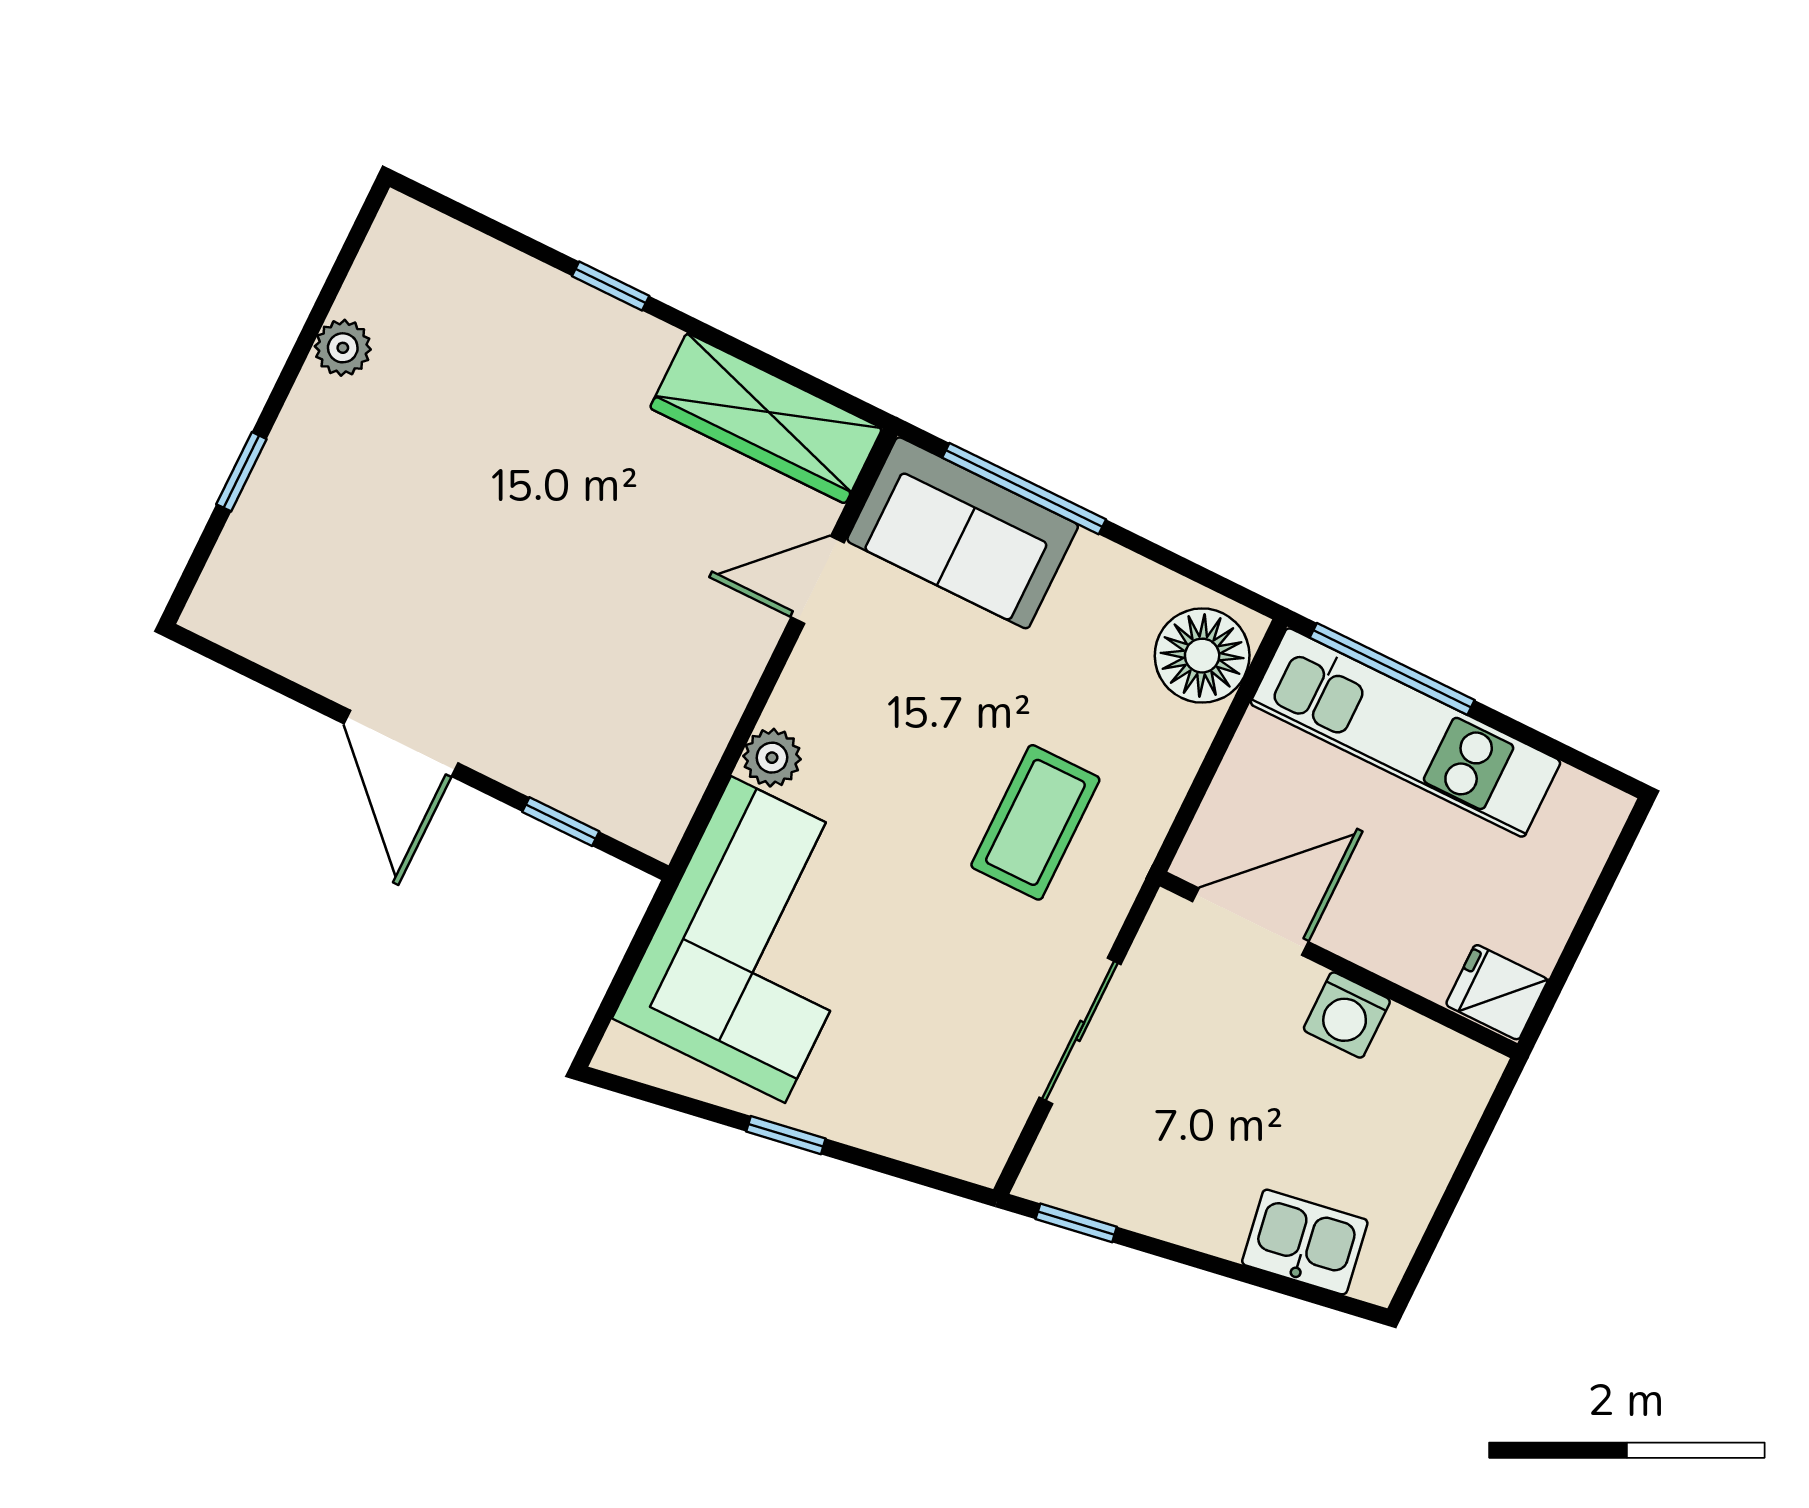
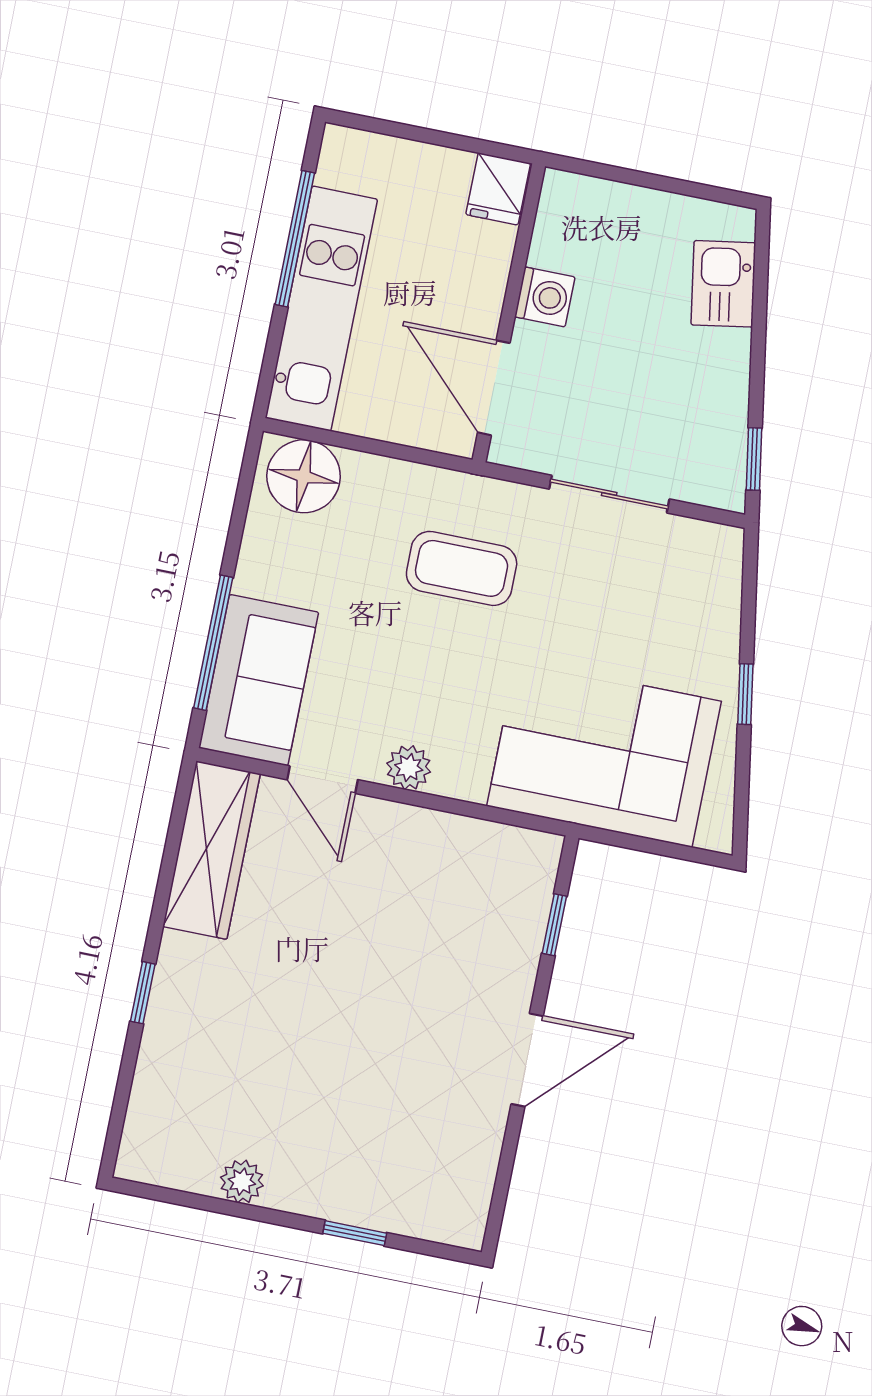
window: (1392, 669) -> (295, 239), moved
plant: (772, 758) -> (409, 768), moved

